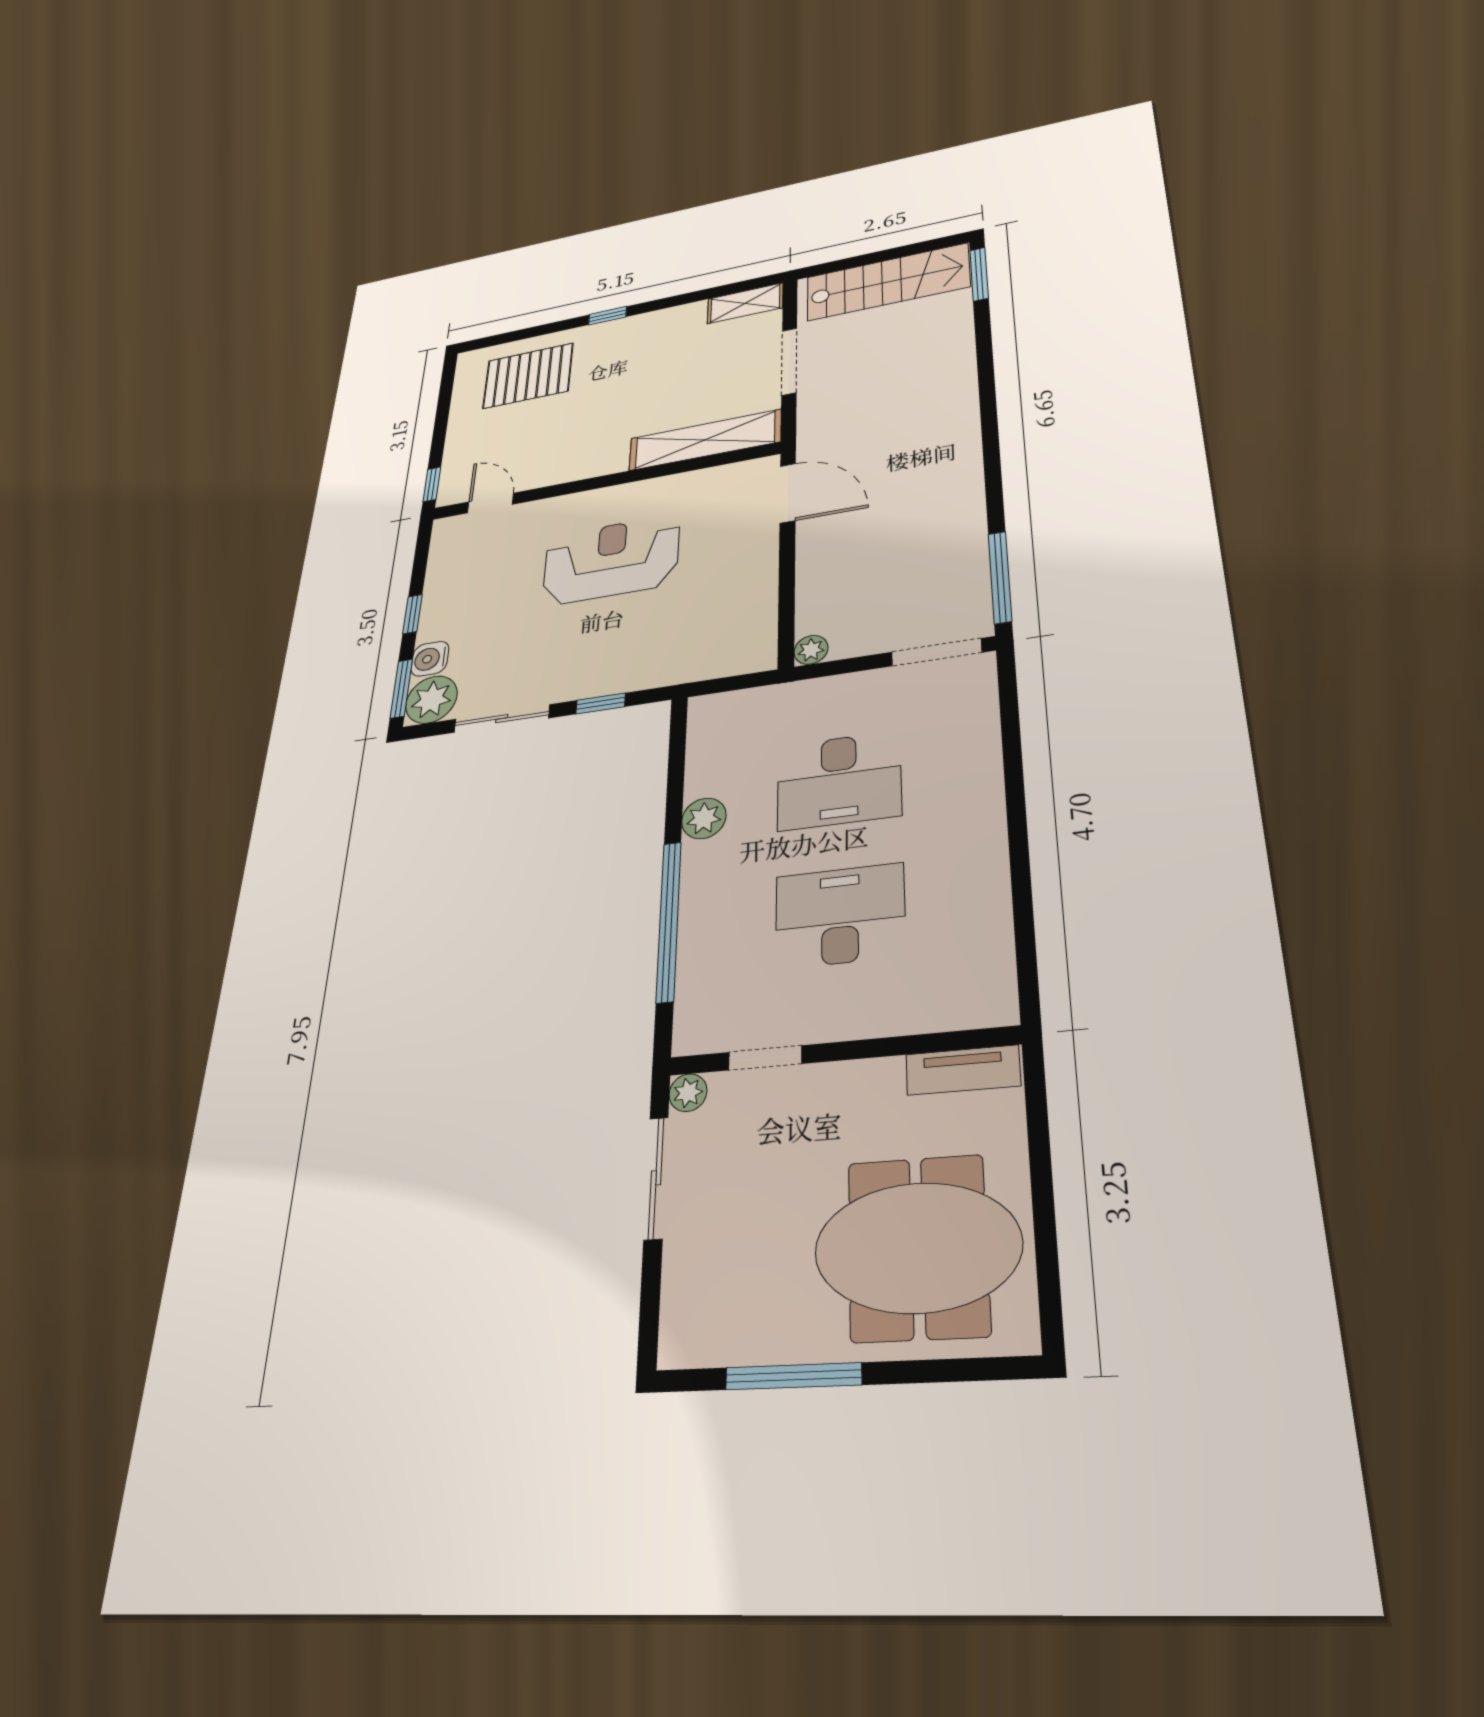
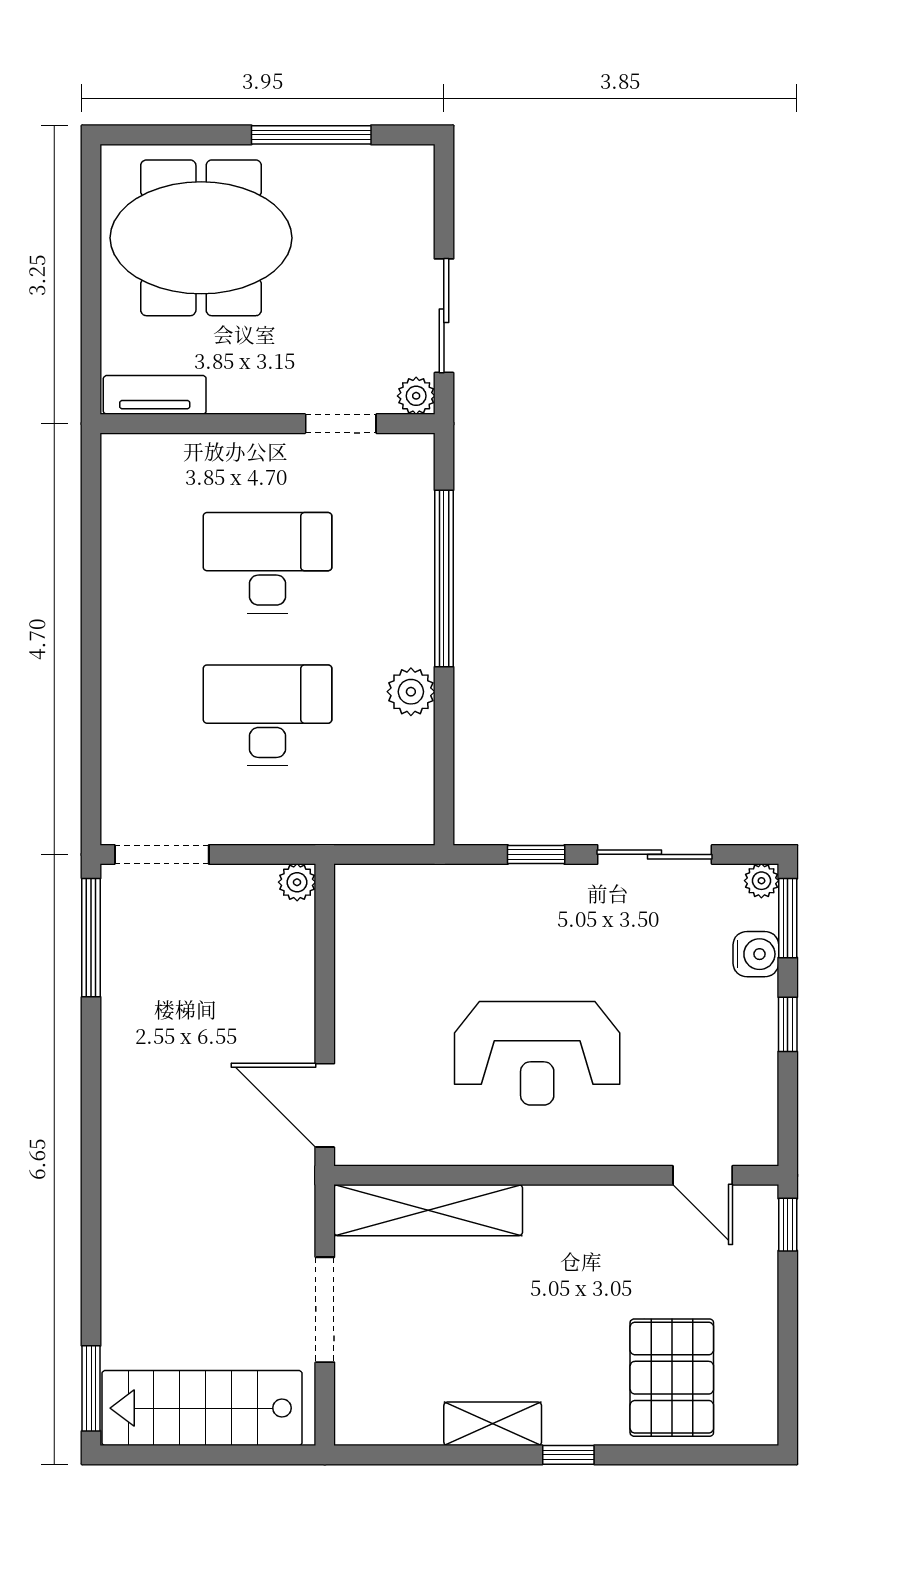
shelving: (745, 303) -> (493, 1424), moved
pallet: (528, 376) -> (672, 1378), turned 90
plant: (431, 700) -> (761, 881), width x0.53, depth x0.53
desk: (840, 916) -> (268, 563), turned 180

